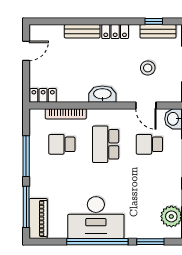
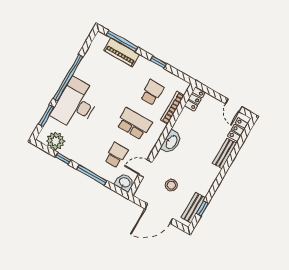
locker: (115, 32) -> (238, 130), moved
window: (26, 156) -> (158, 62), width x0.46
piano: (38, 218) -> (122, 52), moved
desk: (96, 218) -> (76, 104), moved

